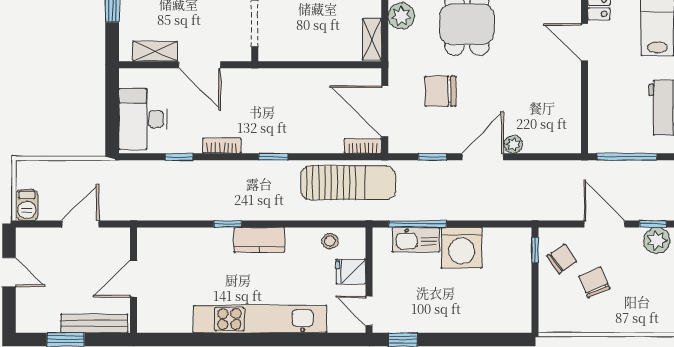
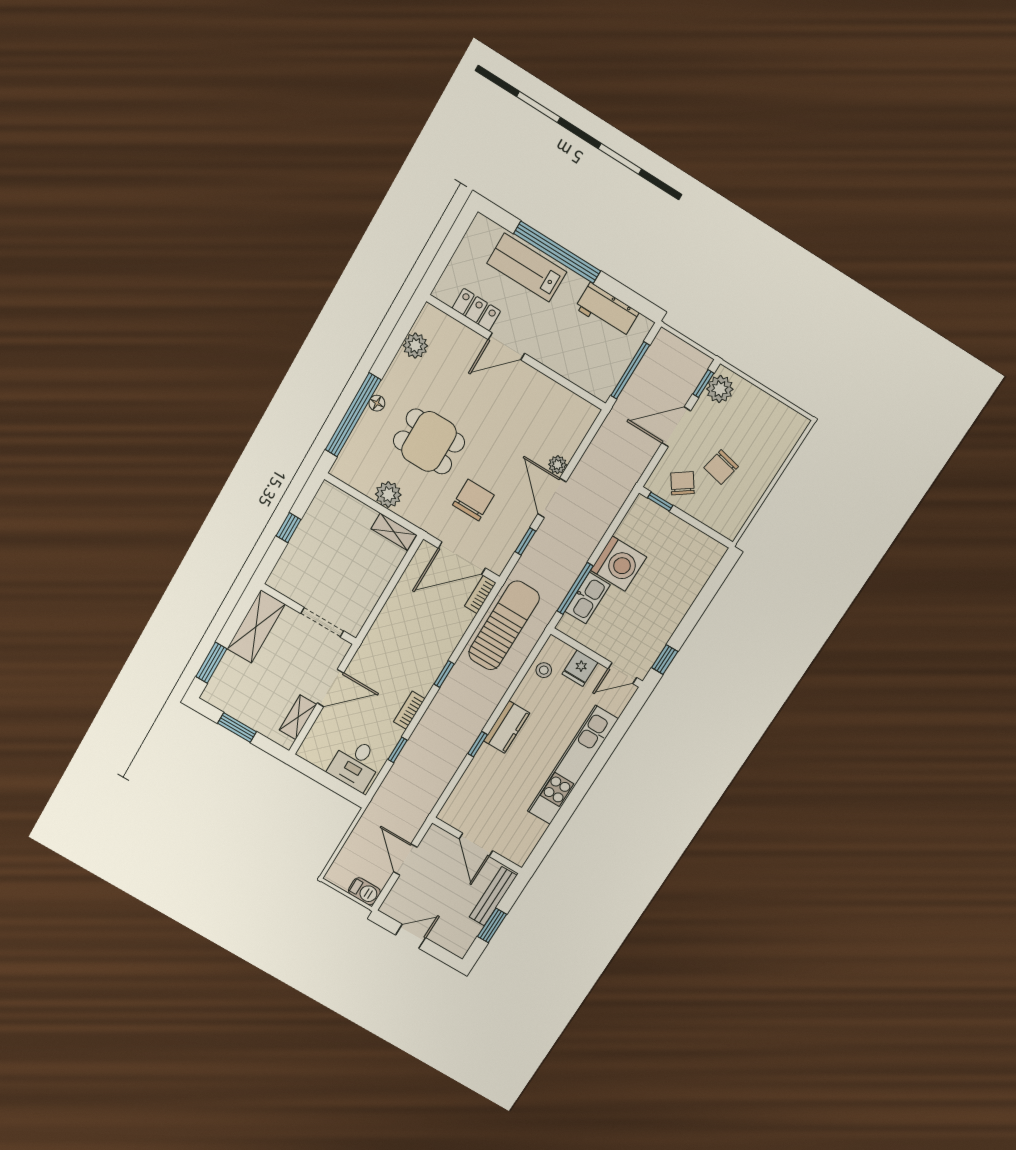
chair: (440, 91) -> (473, 500), turned 180
desk: (143, 119) -> (356, 764), width x0.73
chair: (594, 282) -> (721, 467), turned -55

